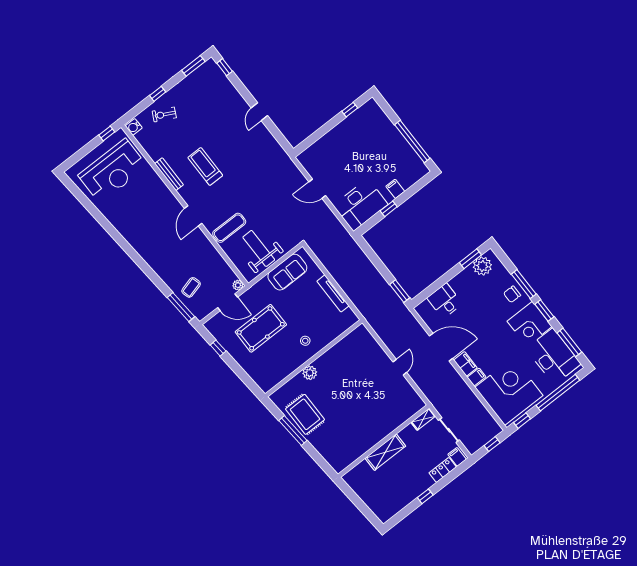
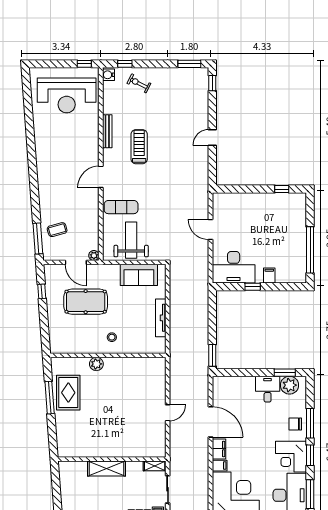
window: (158, 94) -> (125, 64), moved
desk: (445, 301) -> (268, 389), moved

